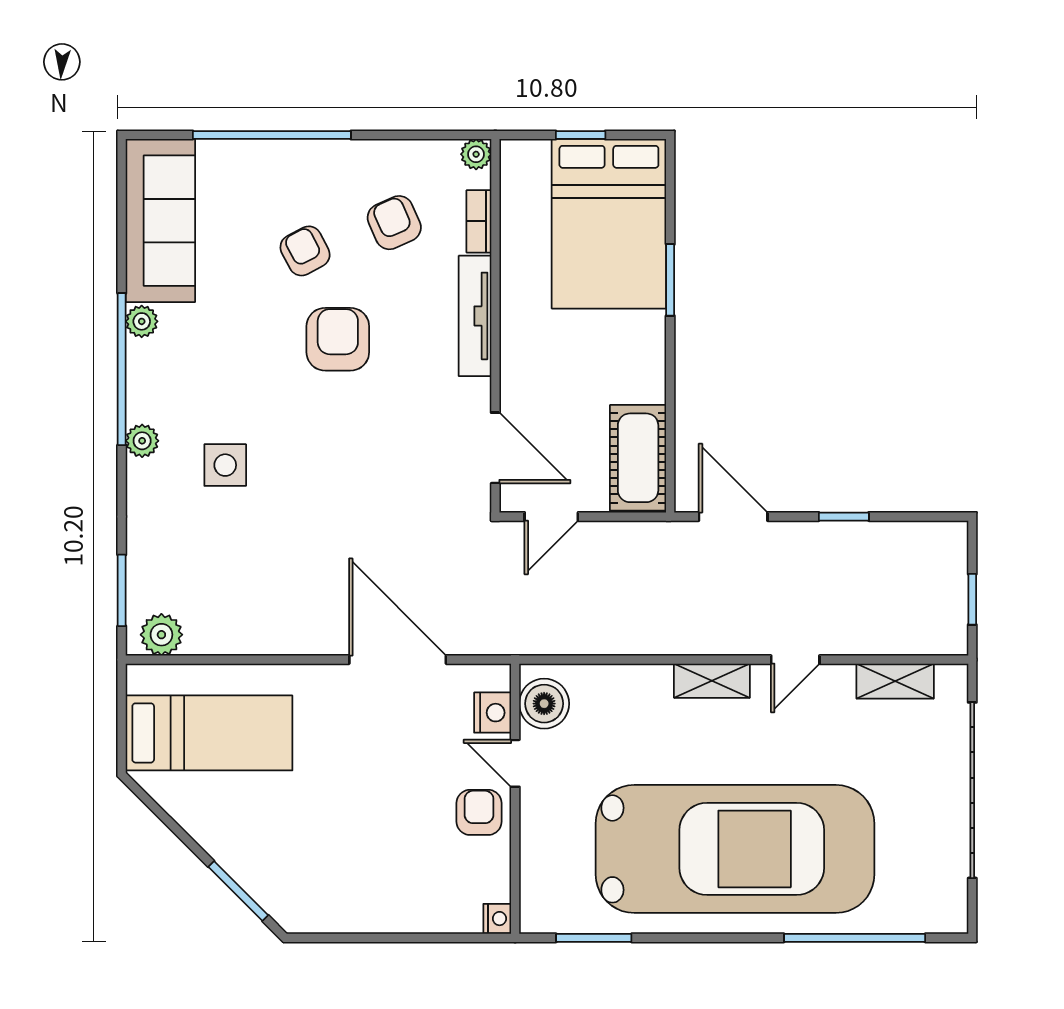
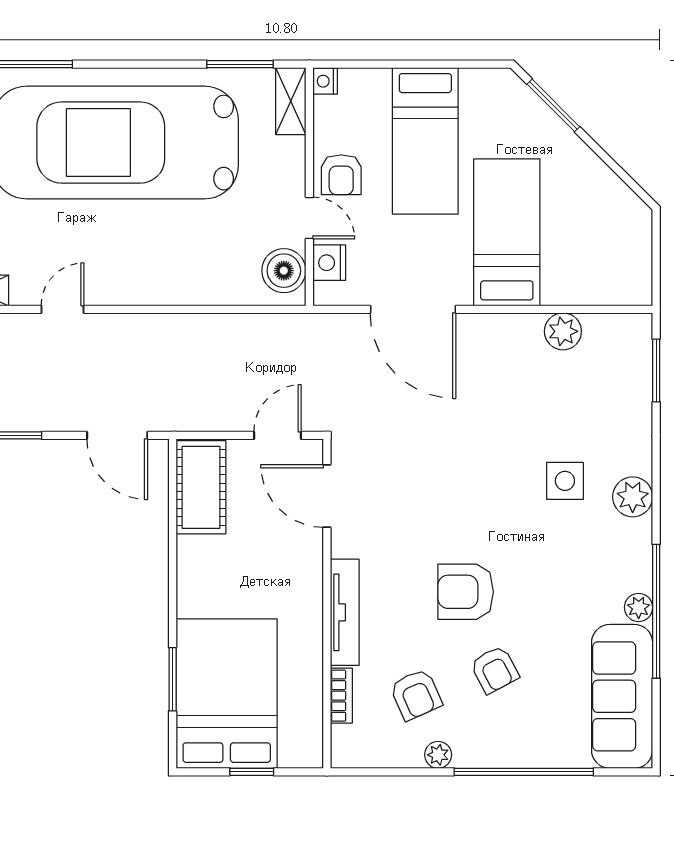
plant: (476, 154) -> (438, 755), moved
window: (670, 280) -> (173, 679), moved
armchair: (338, 339) -> (466, 592), turned 90
window: (122, 369) -> (656, 611), moved
plant: (142, 441) -> (633, 497), width x1.38, depth x1.38
plant: (161, 635) -> (563, 331), moved
shelving: (712, 681) -> (291, 101), moved, turned 90
bed: (209, 733) -> (507, 232), moved, turned 90
bed: (384, 851) -> (425, 141), added

